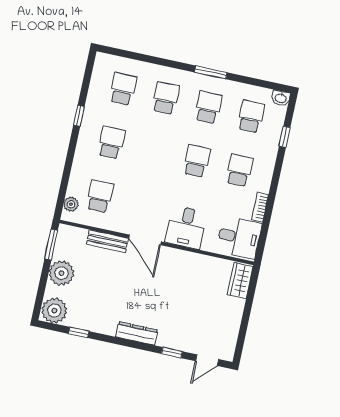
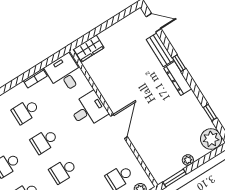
school desk: (154, 152) -> (63, 171), added
bench: (107, 241) -> (160, 50), moved
plant: (61, 273) -> (188, 160), width x0.53, depth x0.53
window: (172, 353) -> (179, 63), moved

